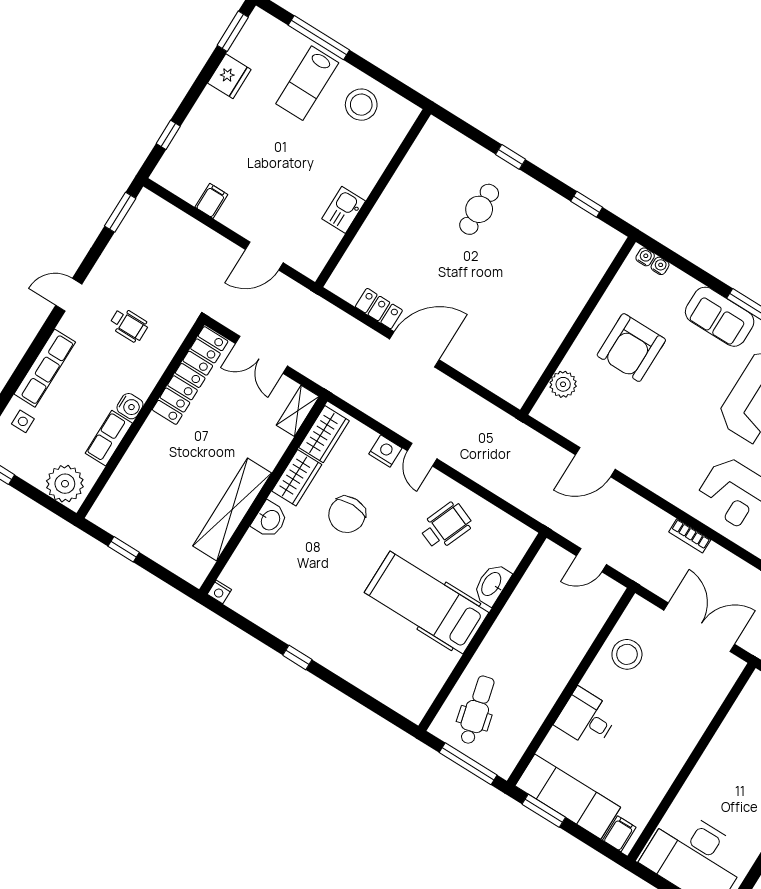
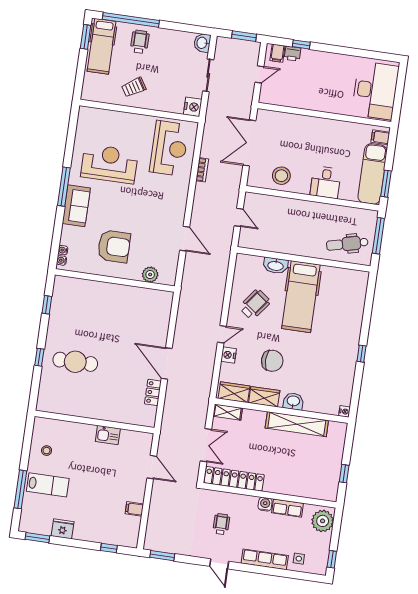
stool: (361, 105) -> (47, 451), width x0.53, depth x0.53
cafe table: (479, 209) -> (75, 362), width x1.37, depth x1.35
wheelchair: (446, 526) -> (255, 304), turned 105

